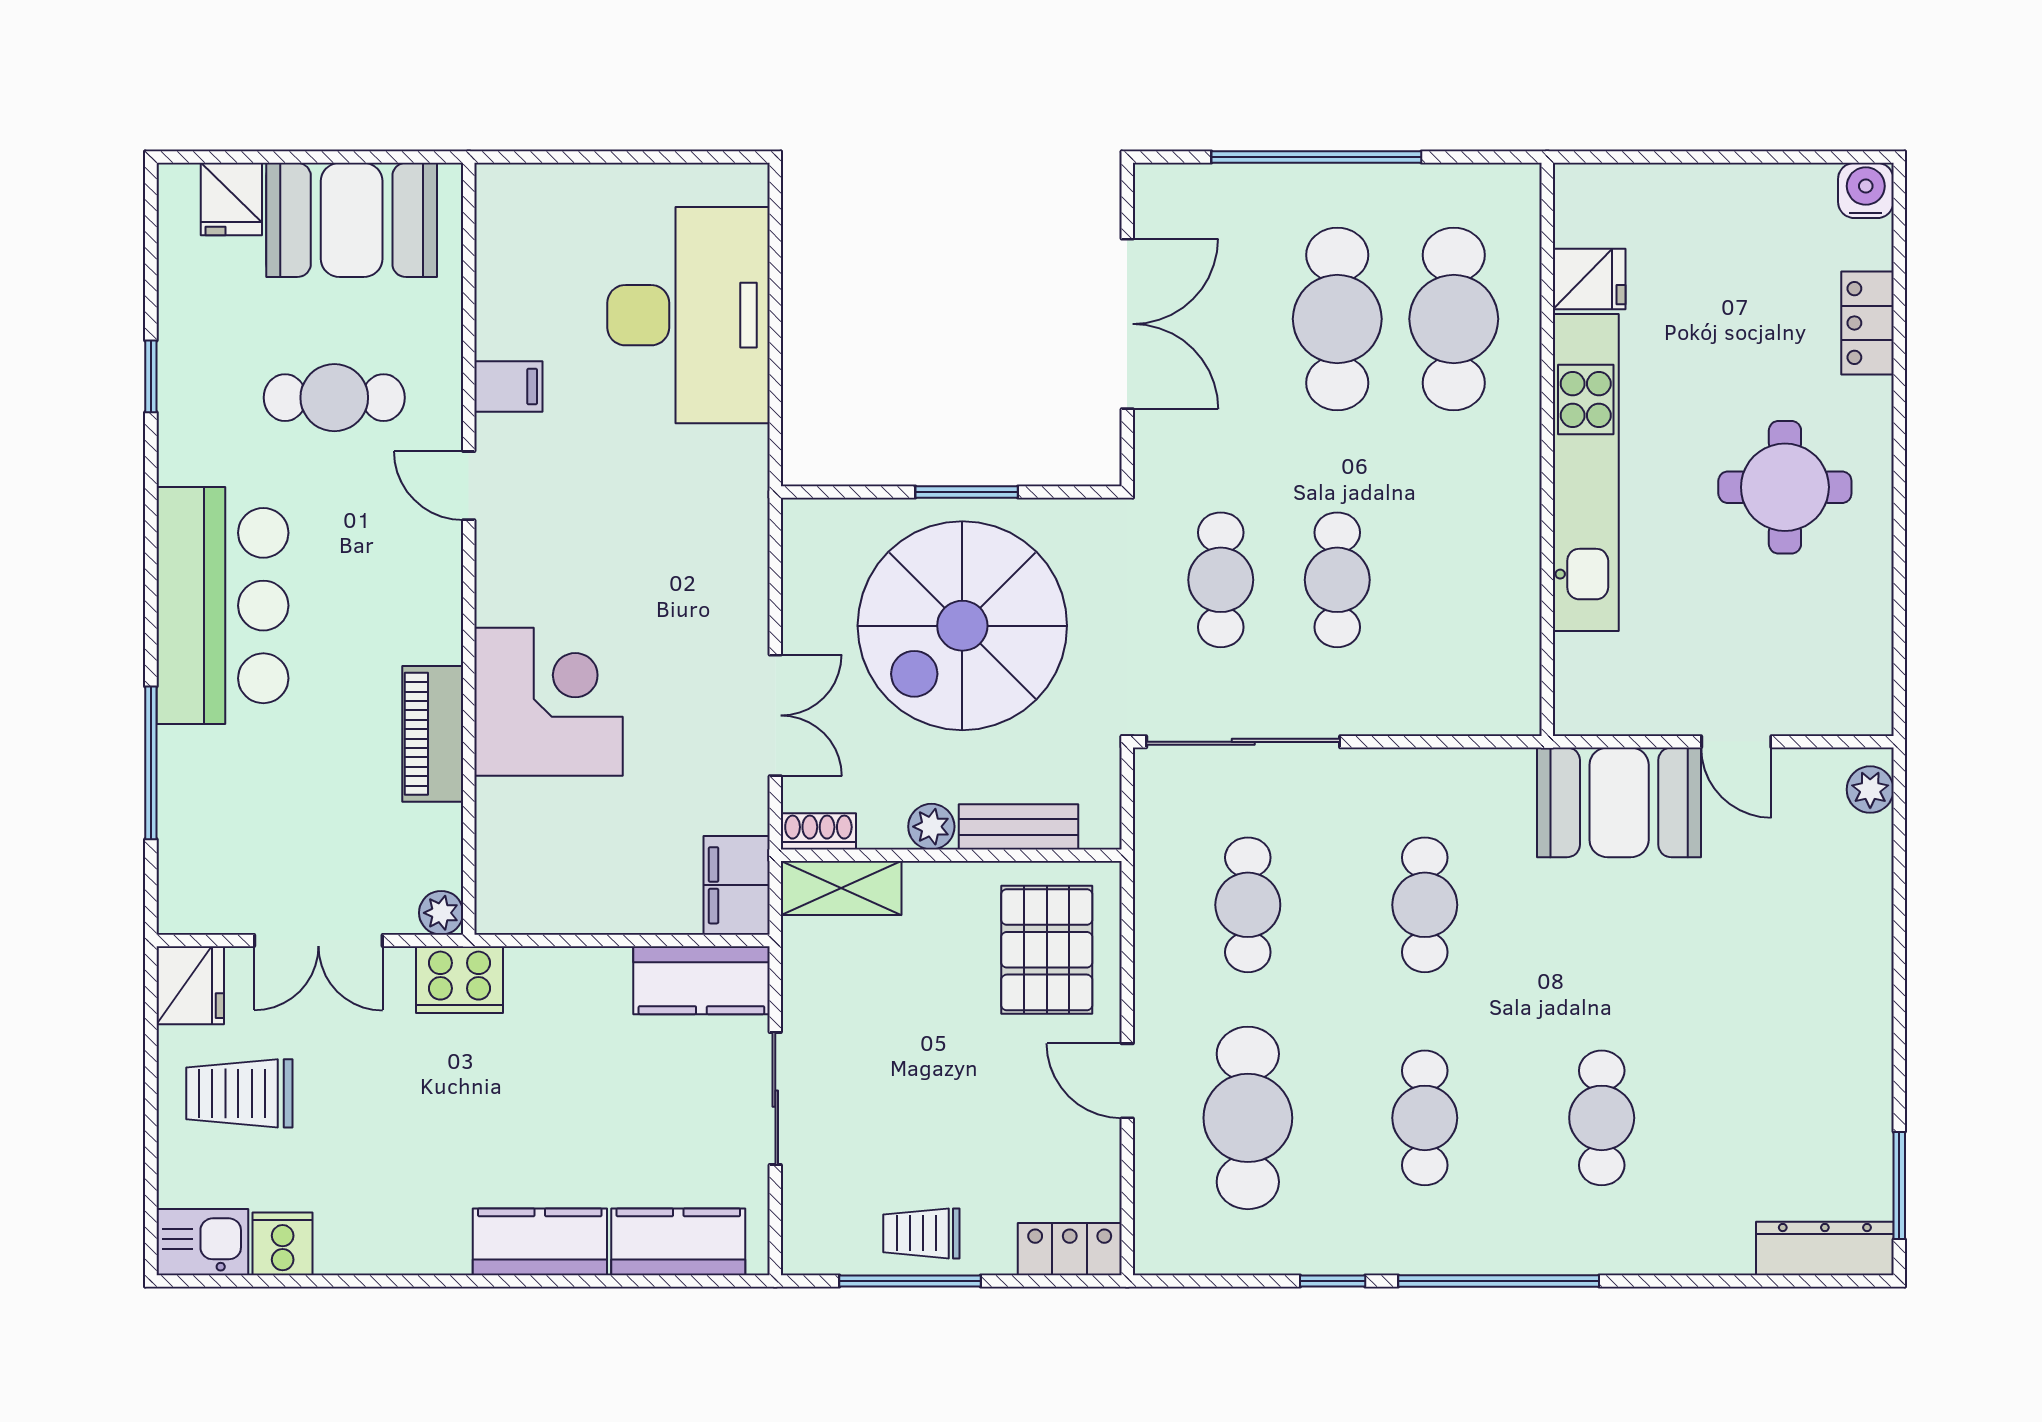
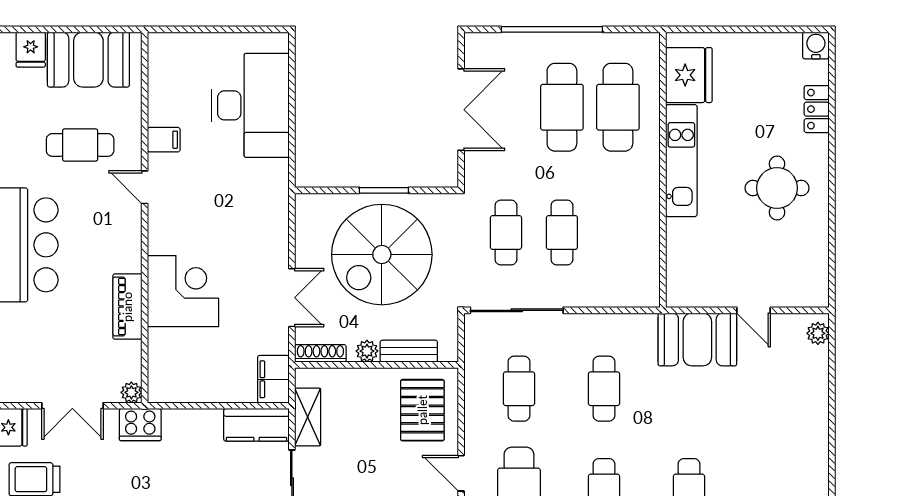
fridge: (1589, 279) -> (689, 75), width x1.88, depth x1.34
kitchen unit: (1586, 472) -> (681, 161), width x0.73
shoe rack: (818, 831) -> (320, 353), width x1.43
shelving: (841, 888) -> (308, 417), moved, turned 90

